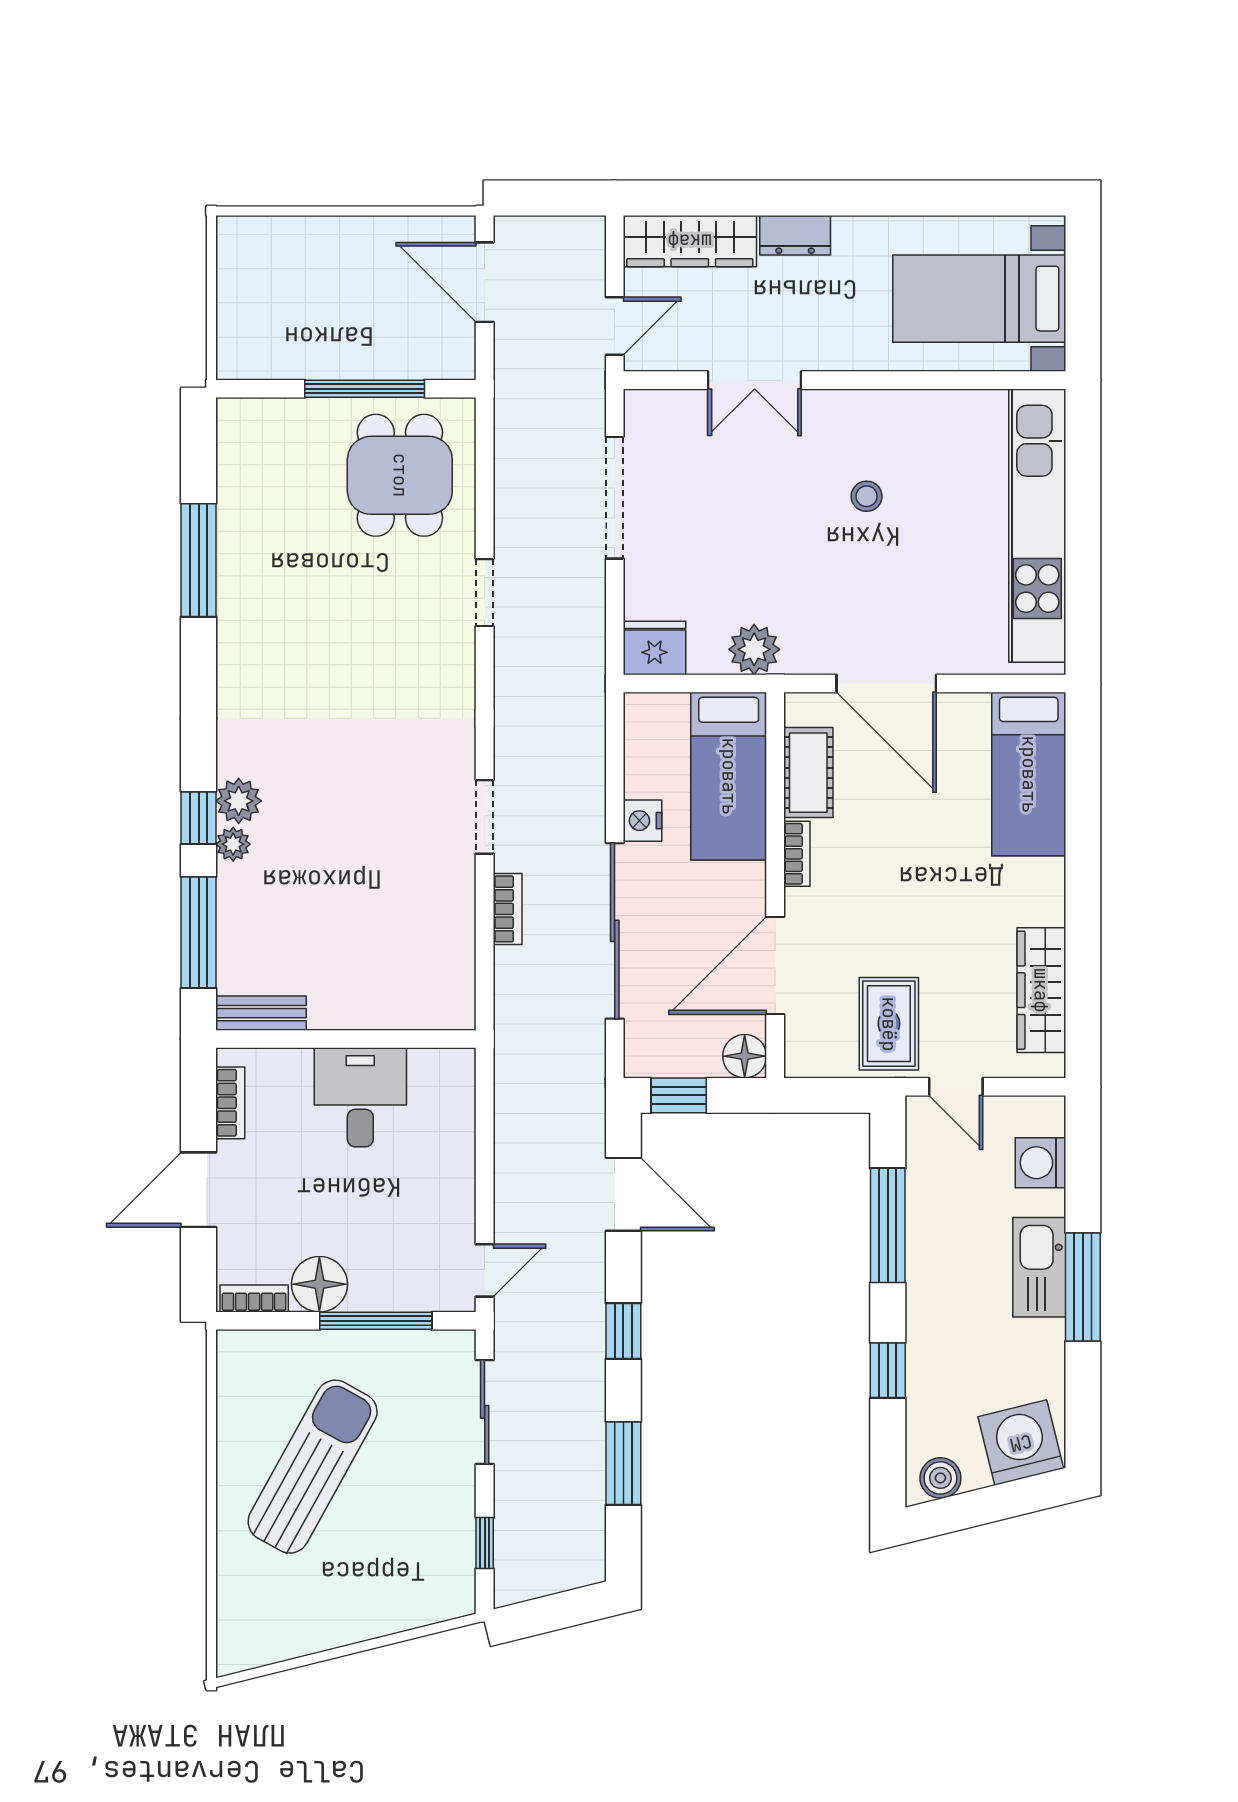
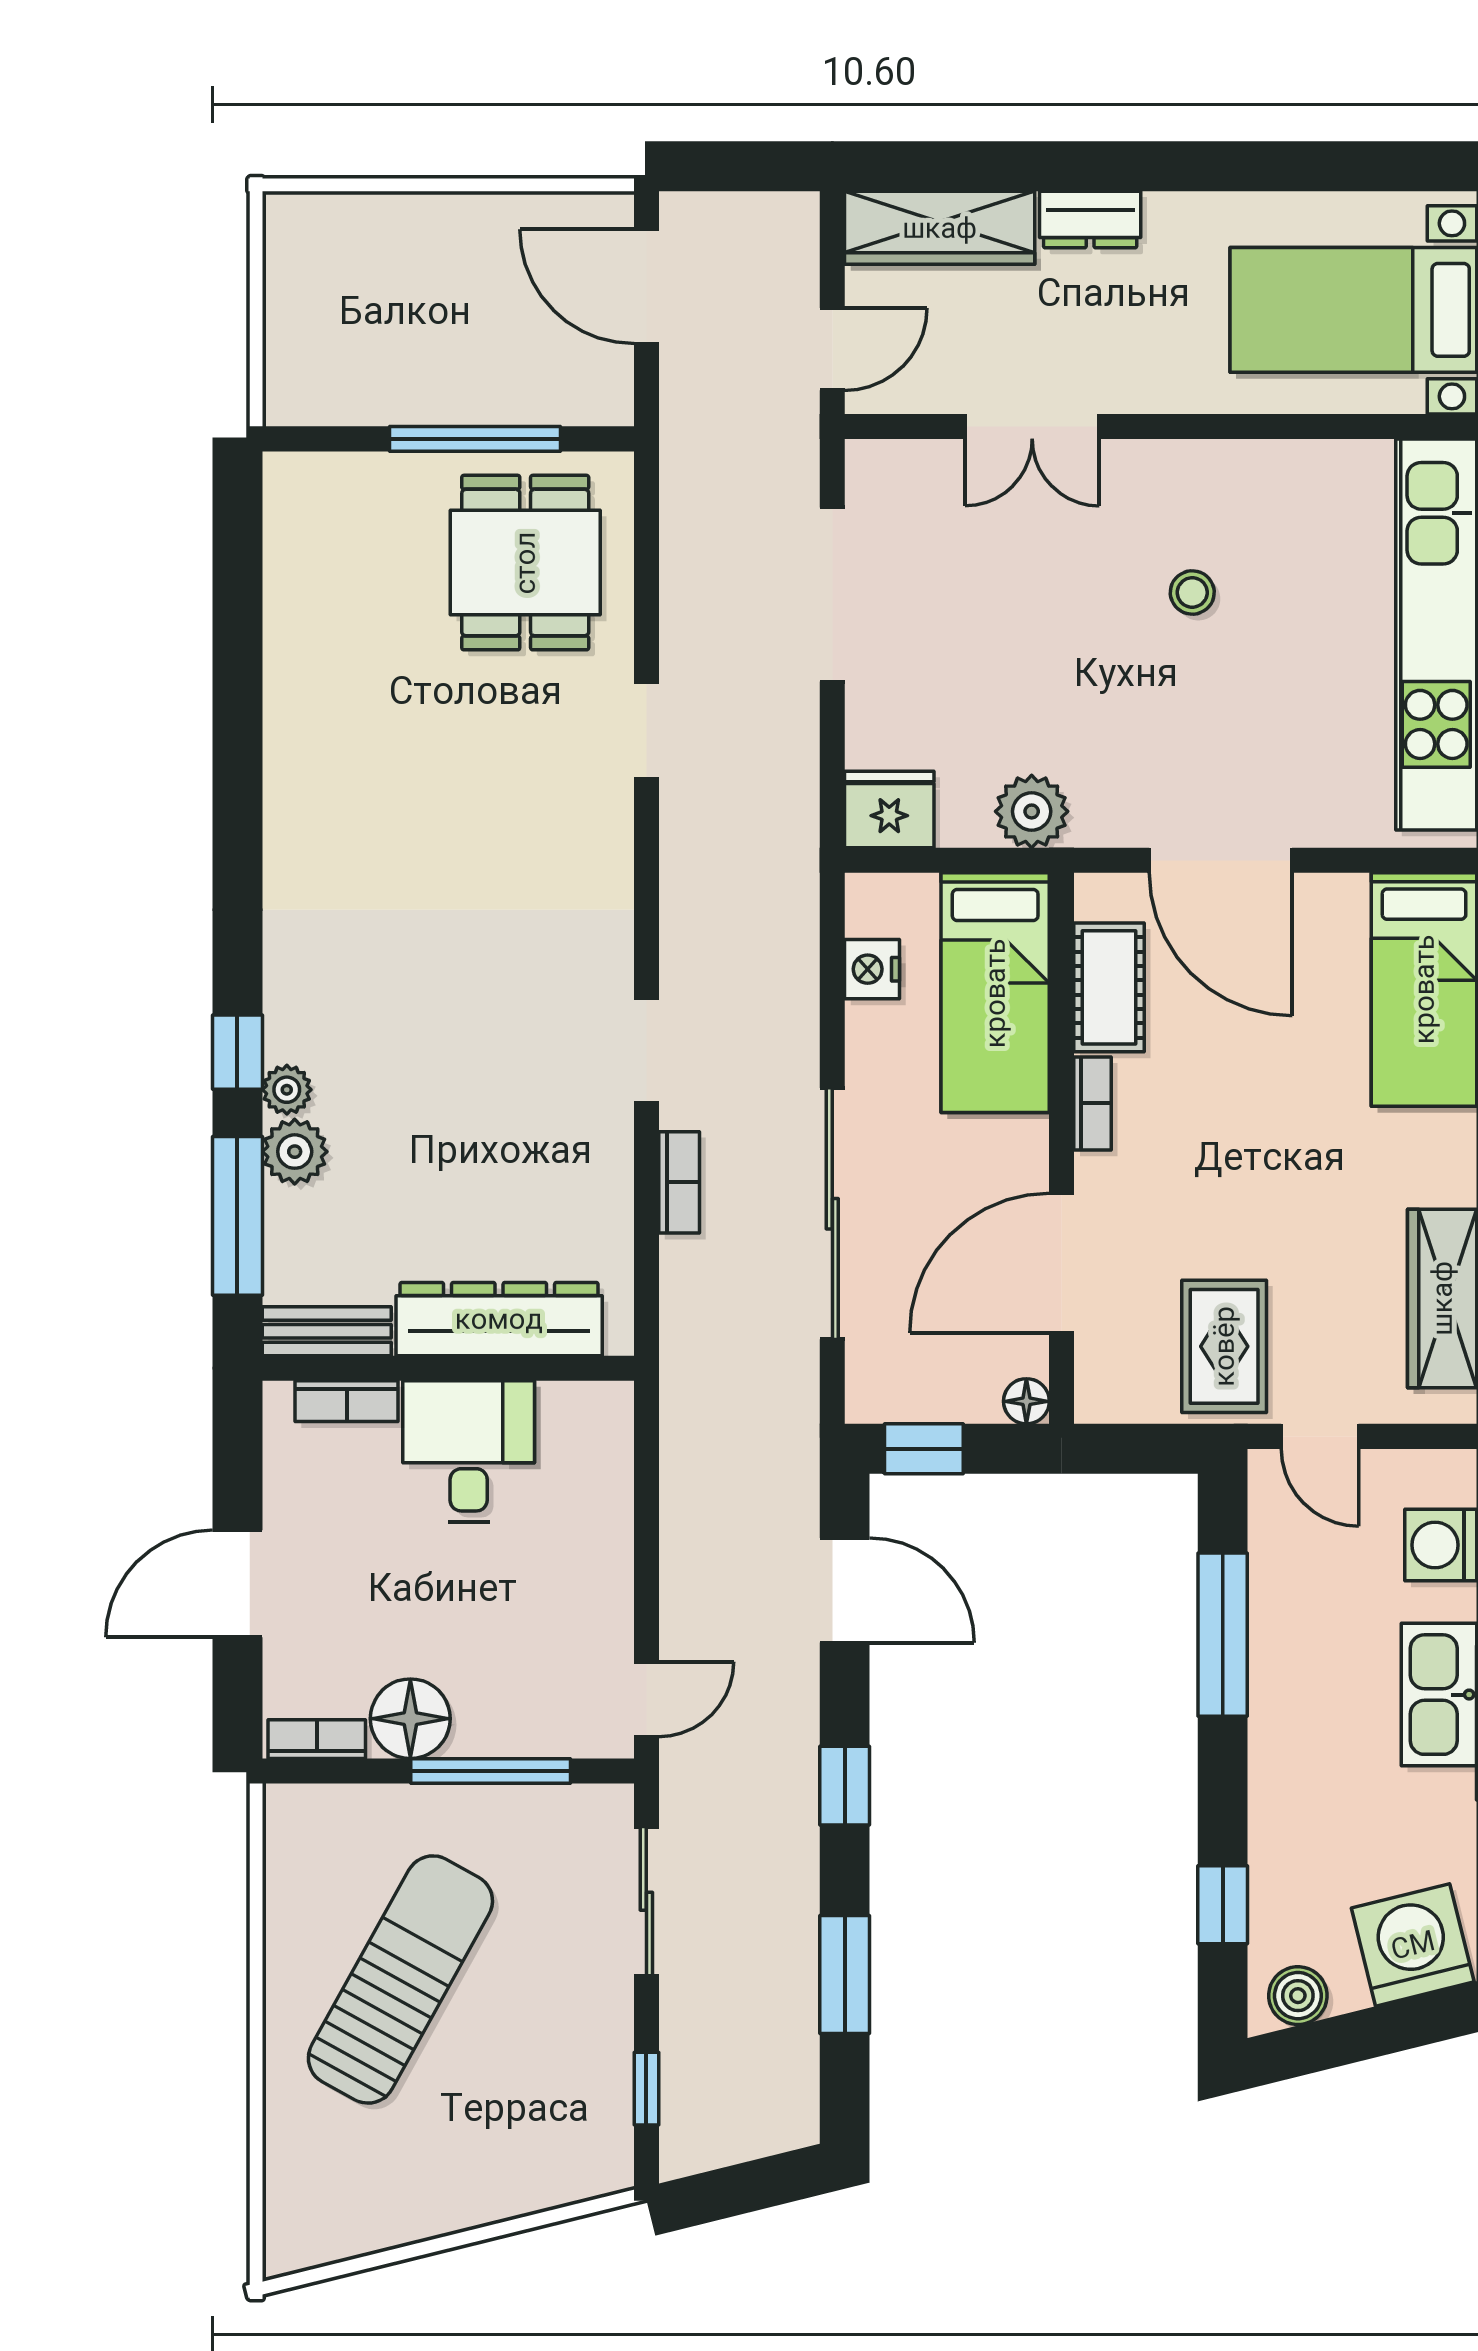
window: (199, 560) -> (237, 684), removed
plant: (239, 801) -> (295, 1152), moved
nightstand: (643, 821) -> (872, 969), moved
dresser: (382, 1005) -> (499, 1319), added
floor lamp: (745, 1056) -> (1026, 1401), width x0.73, depth x0.73
bookcase: (230, 1103) -> (347, 1401), moved, turned 90
window: (888, 1370) -> (1223, 1905), moved

